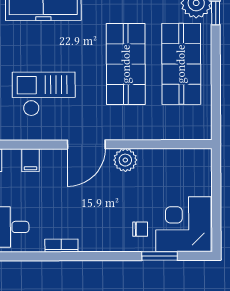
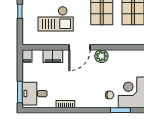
checkout: (44, 94) -> (56, 19), turned 180
filing cabinet: (30, 160) -> (53, 56), width x2.00

